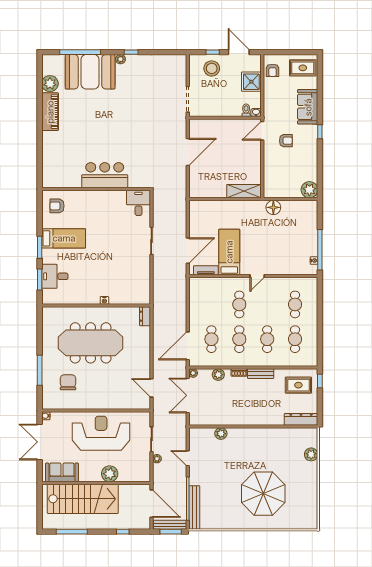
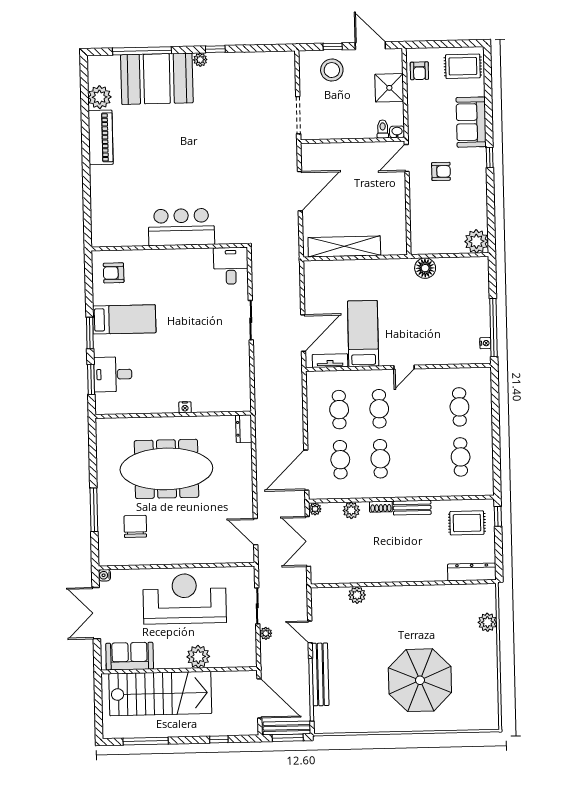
shelving: (244, 191) -> (344, 246), moved, width x1.47
cafe table: (267, 339) -> (339, 410), moved
bench: (194, 507) -> (320, 674), moved

